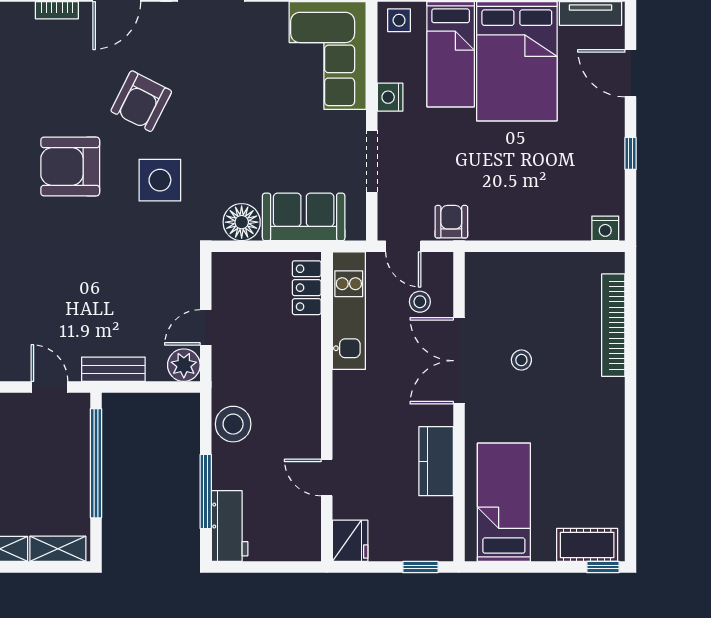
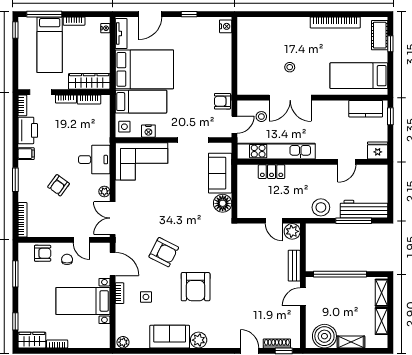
nightstand: (390, 97) -> (148, 131), moved
side table: (160, 180) -> (146, 297), moved, width x0.54, depth x0.54
locker: (307, 288) -> (272, 172), moved
kitchen unit: (349, 311) -> (276, 151), width x1.36
bookcase: (613, 325) -> (335, 22), moved
kitchen counter: (436, 461) -> (366, 109), moved
workbench: (230, 526) -> (364, 209), width x1.38
window: (603, 567) -> (390, 44), moved

